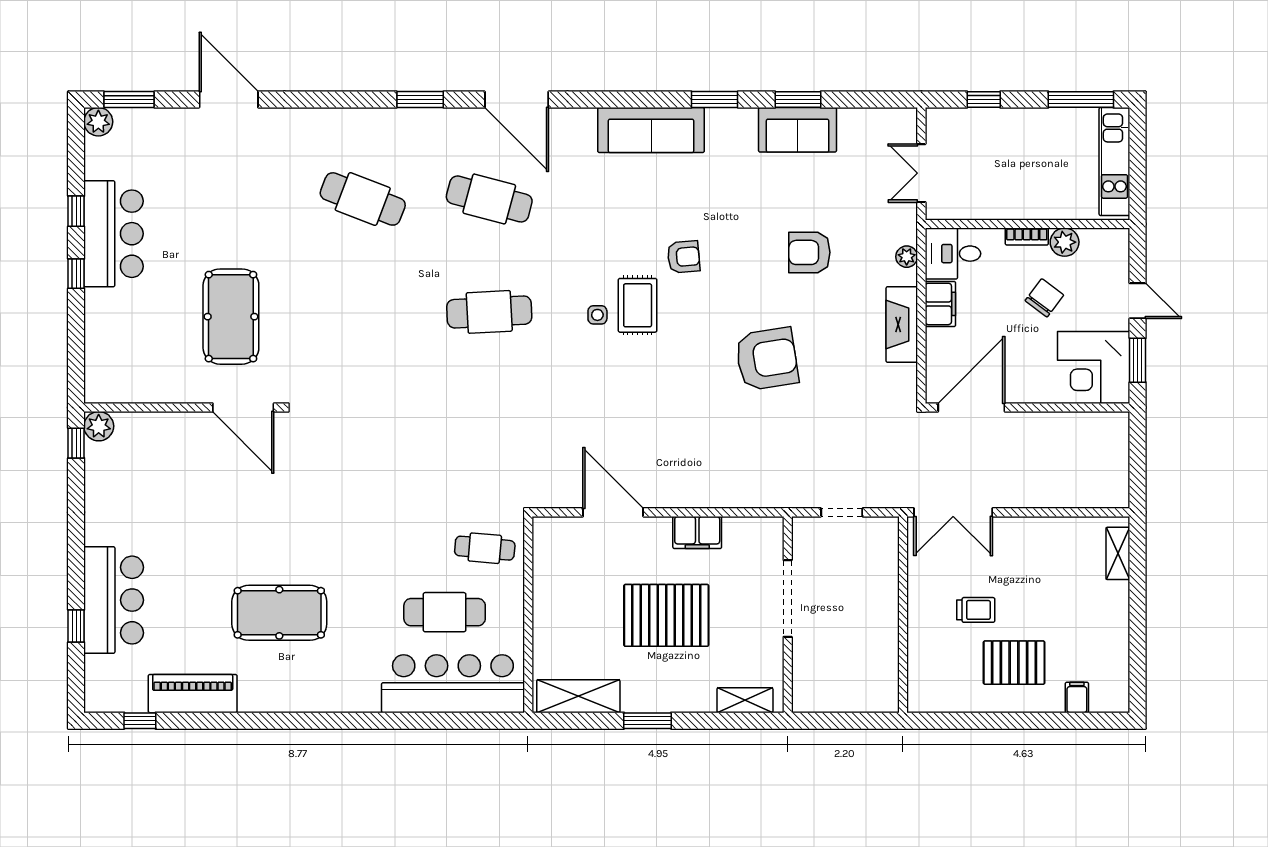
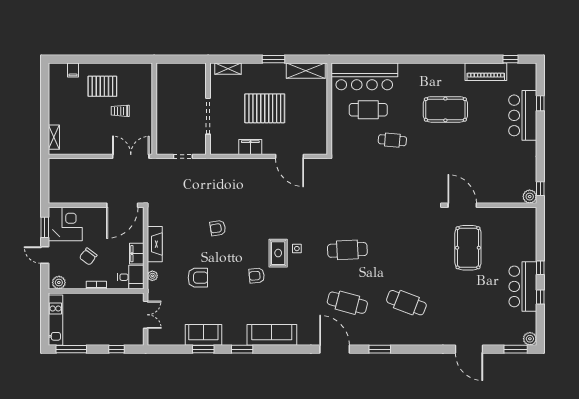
plant: (1065, 242) -> (59, 282), moved
armchair: (767, 359) -> (218, 228), width x0.53, depth x0.53
cafe table: (485, 548) -> (392, 140), moved

